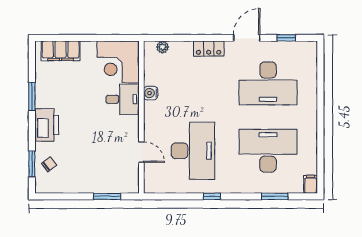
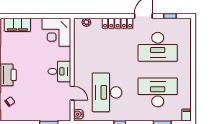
locker: (209, 48) -> (118, 23), width x1.53
water cooler: (151, 93) -> (78, 114), moved
desk: (123, 99) -> (59, 71), moved
desk: (193, 151) -> (107, 92), turned 180

